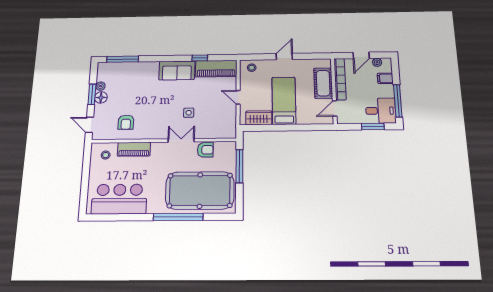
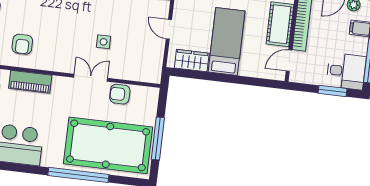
armchair: (205, 150) -> (120, 94), turned 180
window: (239, 166) -> (158, 139), moved

